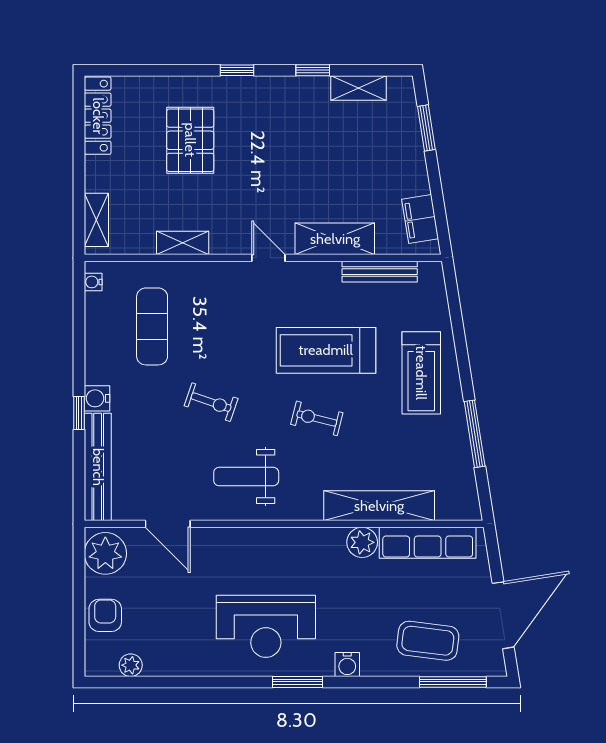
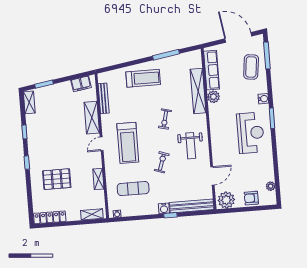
shelving: (359, 88) -> (29, 102), moved
treadmill: (326, 350) -> (128, 143), moved

